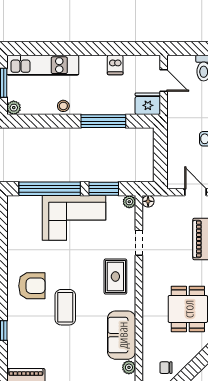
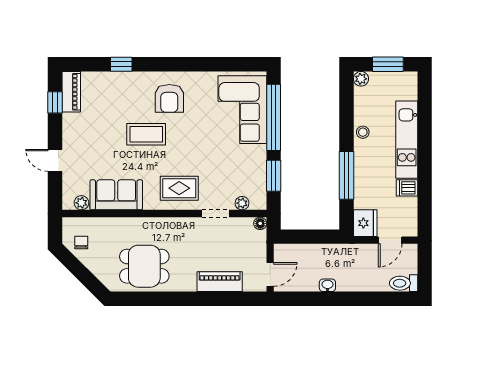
kitchen unit: (43, 65) -> (407, 140), moved
plant: (129, 202) -> (242, 203), moved
corner sofa: (74, 218) -> (242, 110), moved

